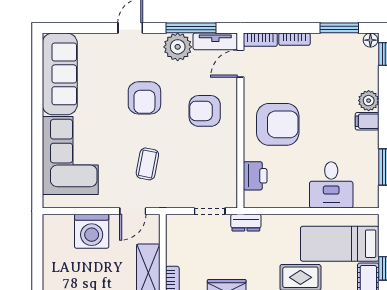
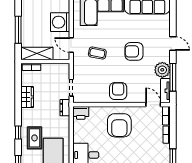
armchair: (205, 111) -> (118, 91), moved
printer: (255, 176) -> (81, 113), moved

